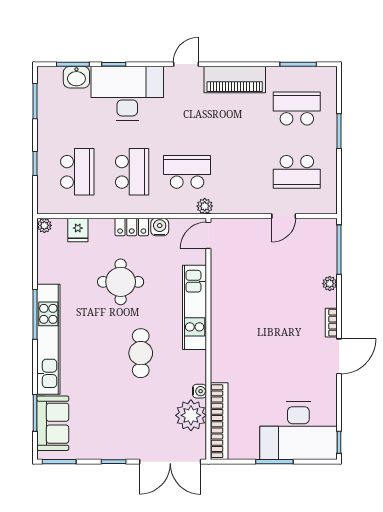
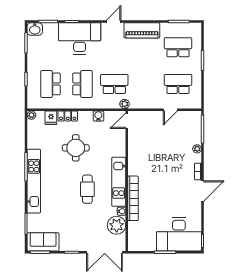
washbasin: (76, 77) -> (35, 29), moved
school desk: (77, 172) -> (51, 84), turned 180
school desk: (297, 172) -> (178, 84), turned 180
locker: (132, 227) -> (68, 116), moved
kitchen unit: (195, 307) -> (119, 182), moved
bookcase: (219, 421) -> (133, 198), moved
sofa: (53, 423) -> (43, 242), moved, turned -90

